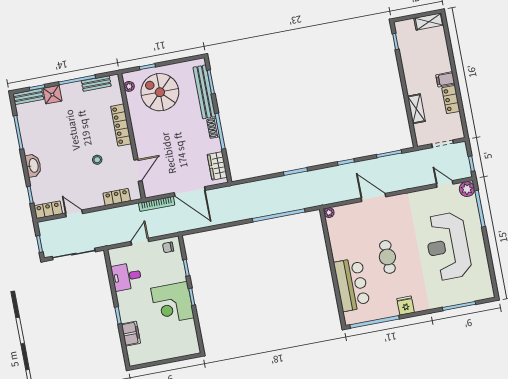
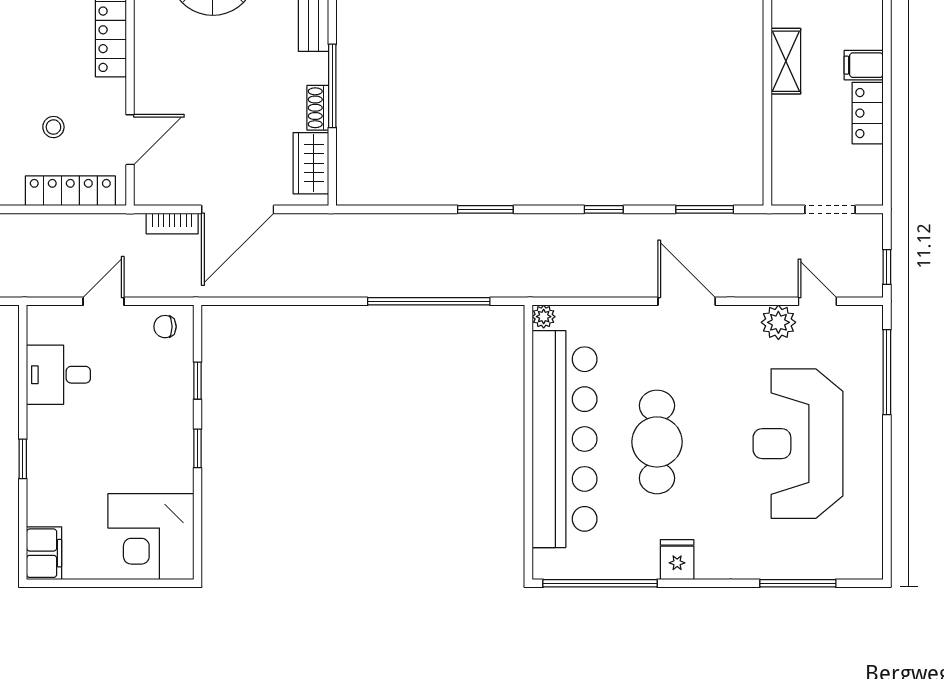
shelving: (416, 109) -> (786, 61), moved
shoe rack: (213, 128) -> (318, 108), moved
stool: (97, 160) -> (53, 127), moved
plant: (467, 189) -> (778, 322), moved
door: (190, 191) -> (238, 209), hinge flipped
locker: (117, 197) -> (70, 191), width x1.53
door: (373, 197) -> (687, 301), moved
bookcase: (157, 204) -> (172, 223), width x0.64
cafe table: (387, 257) -> (657, 442), width x1.37, depth x1.35
bar counter: (352, 285) -> (564, 439), width x1.86
corner desk: (172, 303) -> (151, 537), moved
filing cabinet: (131, 334) -> (44, 553), moved

